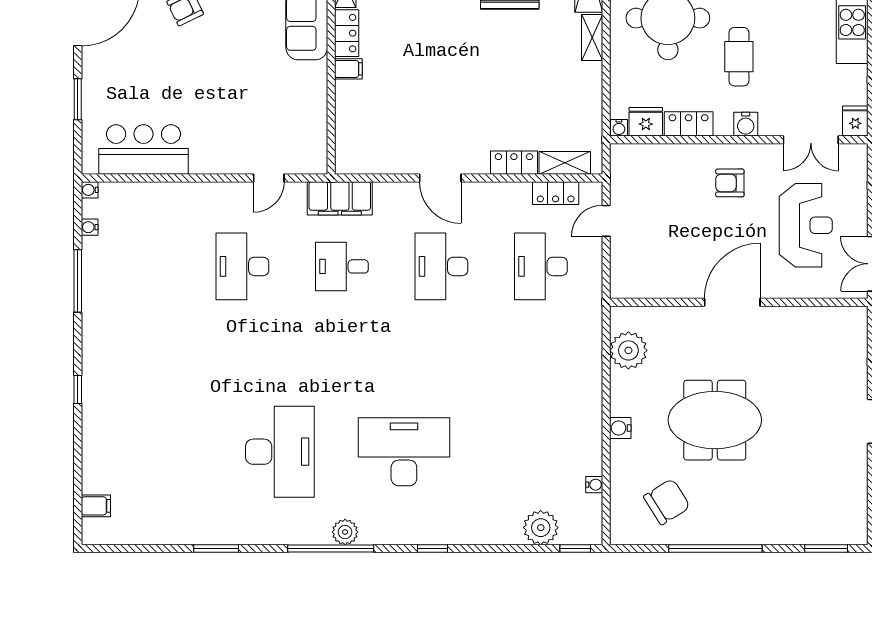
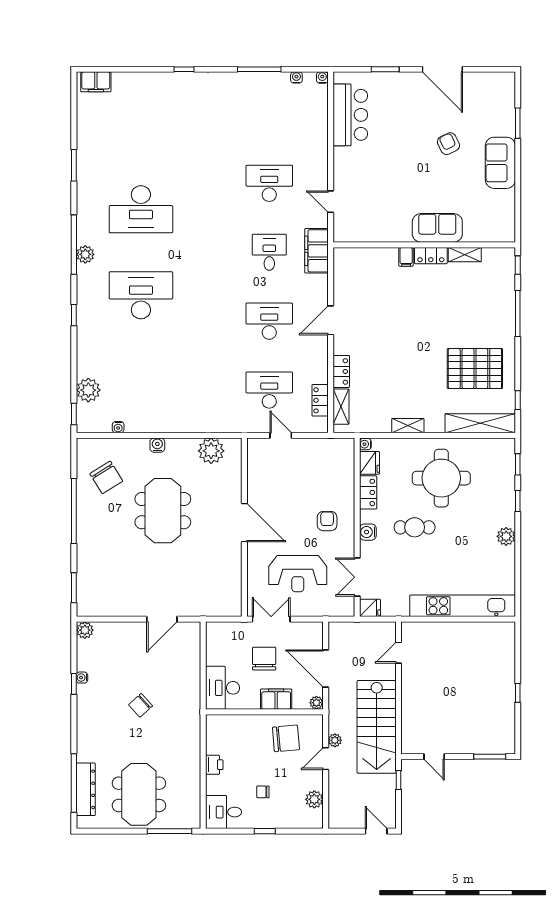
shelving: (592, 37) -> (408, 426), moved
door: (606, 221) -> (281, 435), moved
desk: (404, 452) -> (141, 295), turned -90
filing cabinet: (96, 506) -> (96, 82), width x2.00

